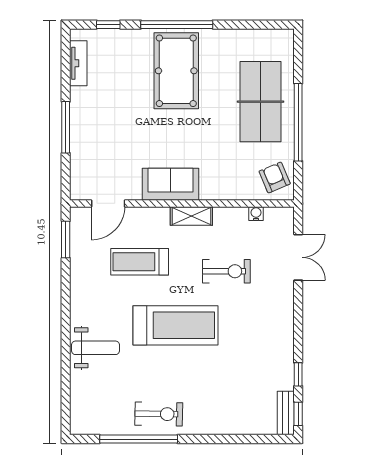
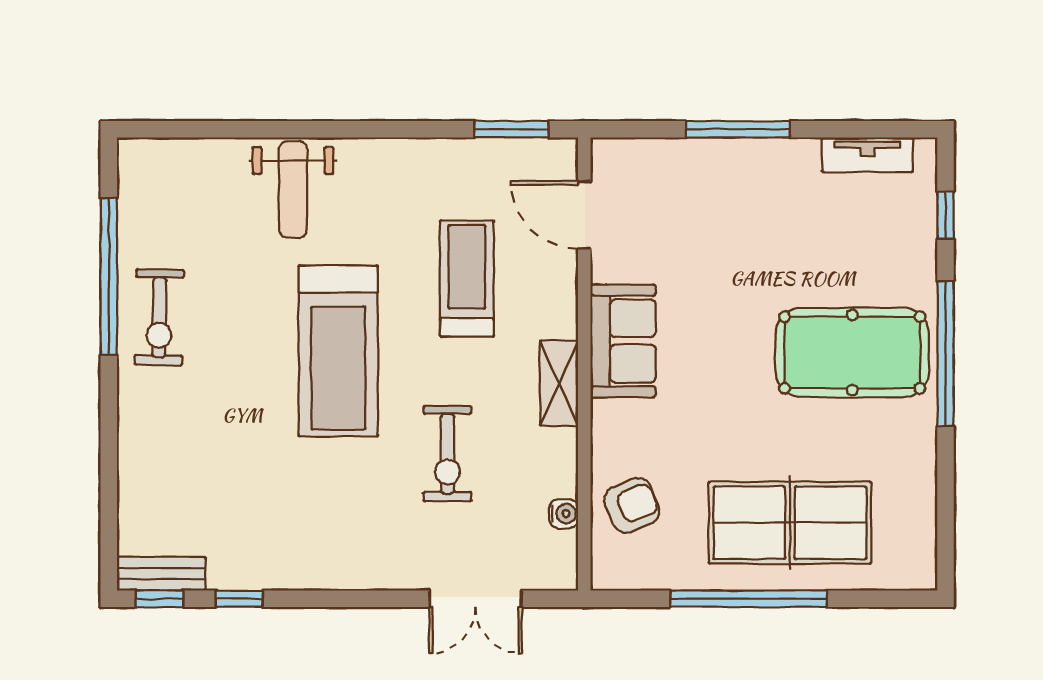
armchair: (275, 178) -> (632, 505), moved

